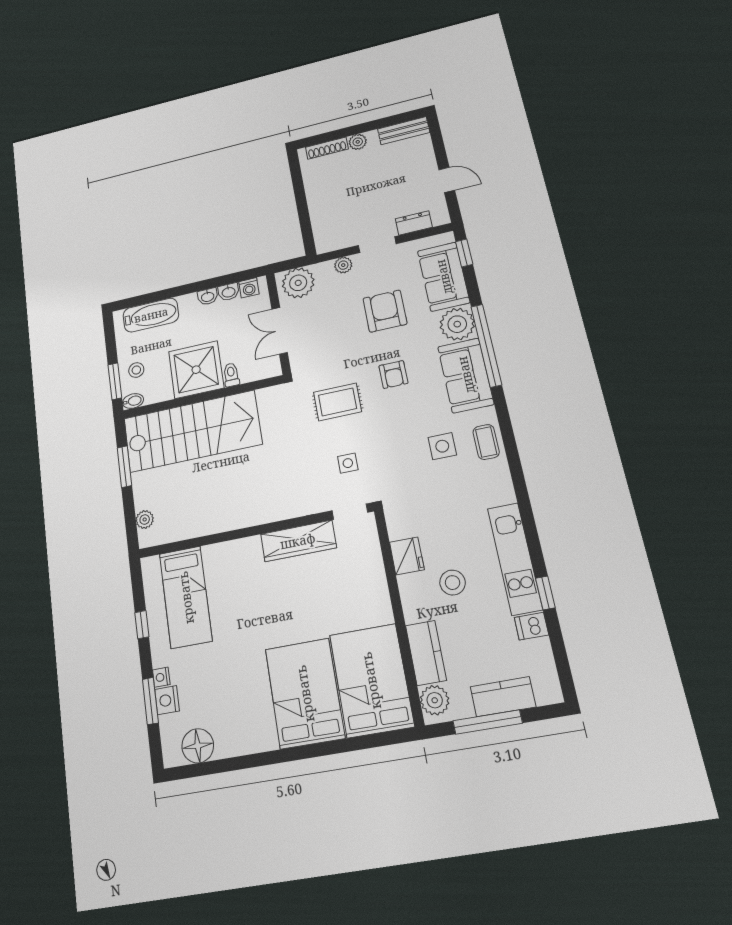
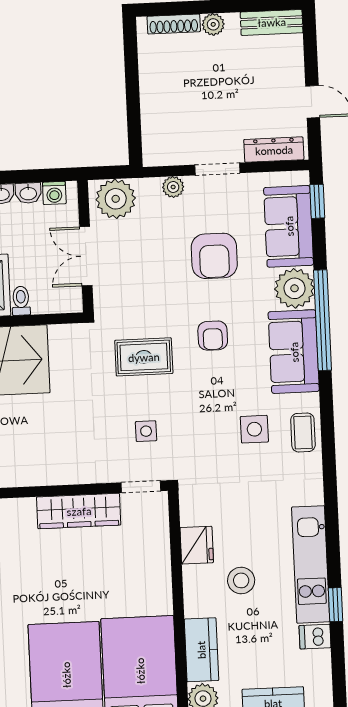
dresser: (414, 223) -> (274, 150), width x1.44
armchair: (385, 311) -> (214, 256), turned 180

